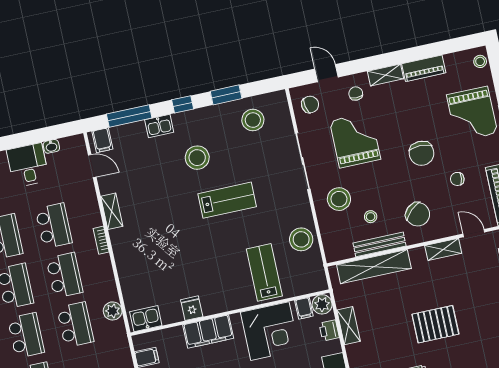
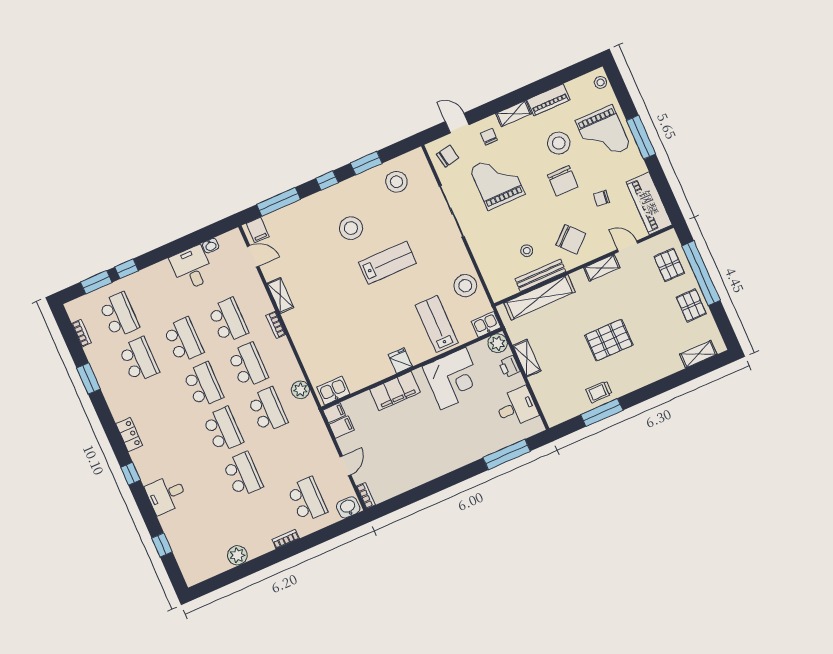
kitchen sink: (159, 126) -> (486, 324), moved, turned 180
stool: (339, 199) -> (559, 143), moved
fridge: (192, 308) -> (400, 361), moved
filing cabinet: (304, 308) -> (334, 413), moved, turned -90

